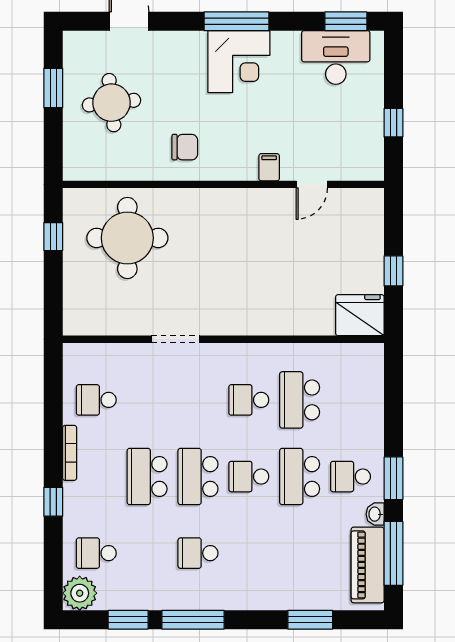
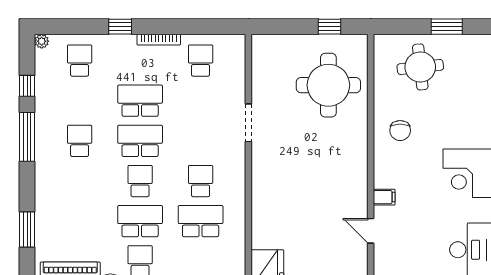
round table: (111, 103) -> (420, 67), moved
plant: (80, 593) -> (42, 41), width x0.53, depth x0.53
window: (128, 620) -> (27, 86), width x0.67

